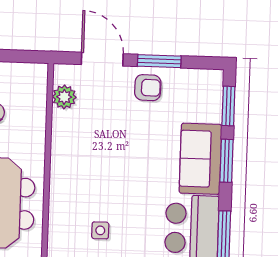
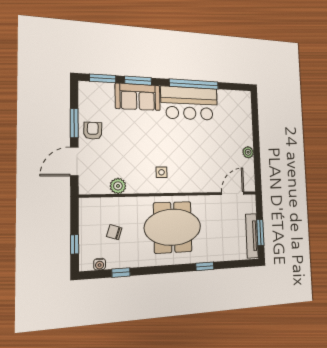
plant: (64, 97) -> (118, 186), moved
side table: (100, 230) -> (161, 172), moved

